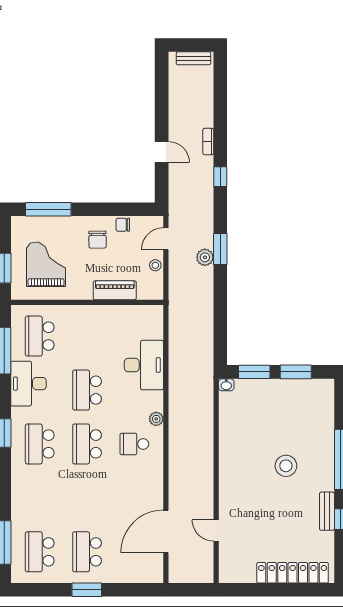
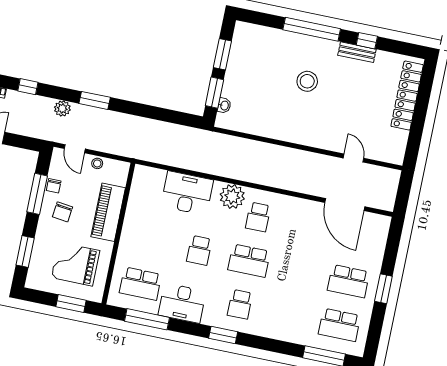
window: (48, 209) -> (25, 251), width x0.69
window: (111, 209) -> (37, 194), added
chair: (98, 240) -> (63, 212), turned 98
plant: (205, 257) -> (62, 109), moved
piano: (115, 290) -> (108, 212), width x1.37, depth x1.33
washbasin: (226, 385) -> (224, 105), moved
school desk: (87, 390) -> (199, 250), width x0.54
plant: (156, 419) -> (232, 196), width x1.88, depth x1.88
school desk: (40, 444) -> (240, 304), width x0.54
door: (216, 530) -> (353, 158), swing flipped

